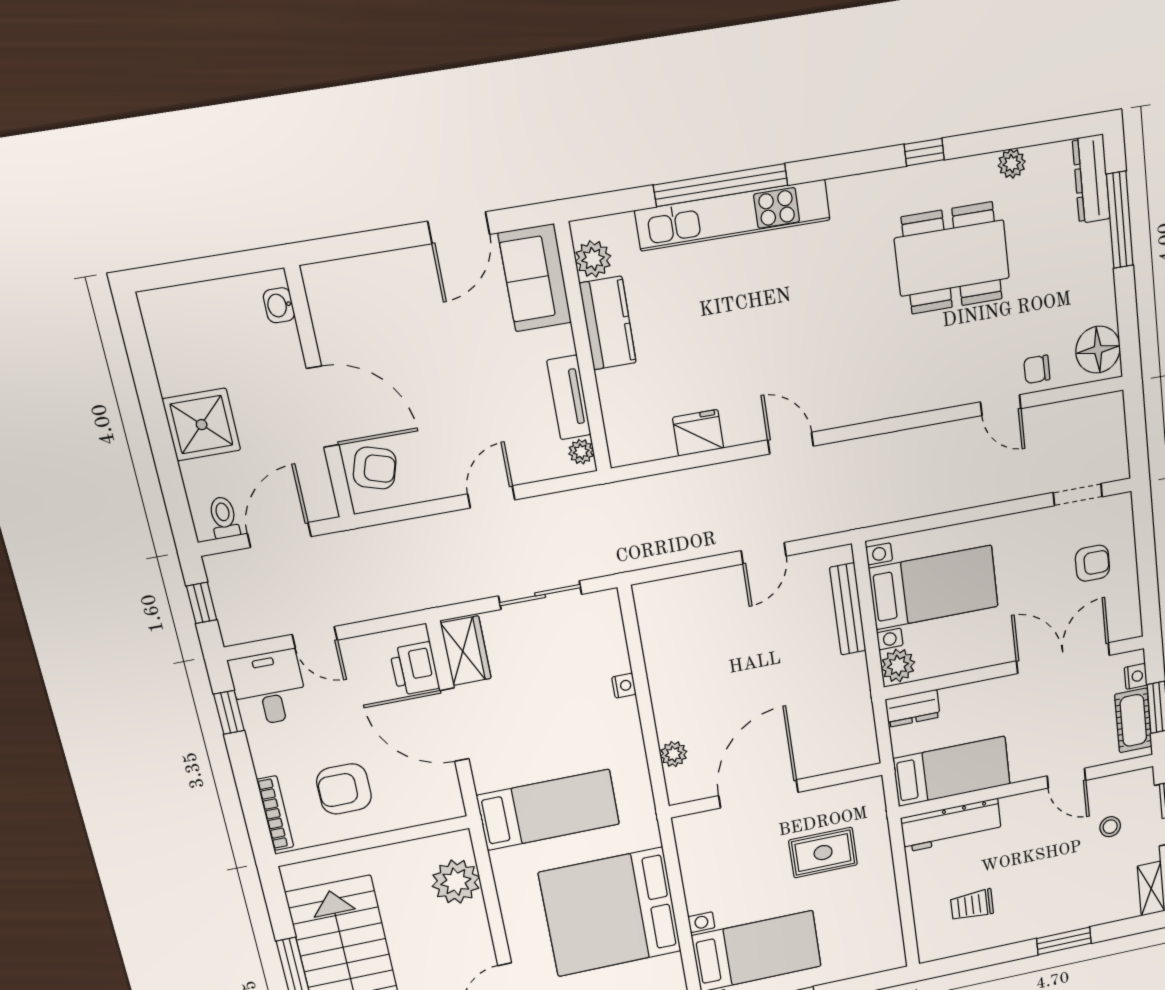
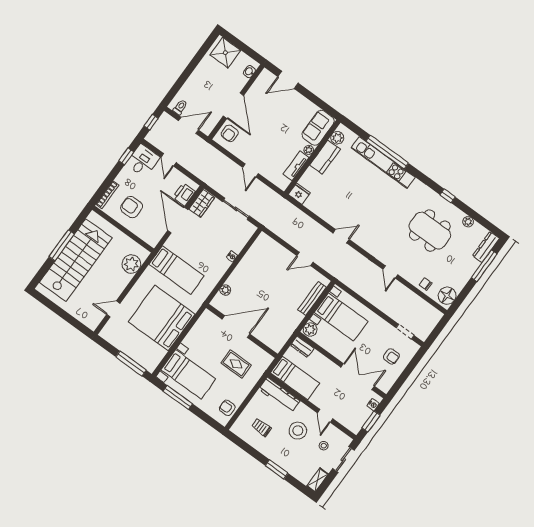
door: (459, 228) -> (288, 80), moved
door: (1001, 405) -> (390, 272), moved
shower: (202, 425) -> (225, 53), moved
fridge: (698, 433) -> (299, 194), moved
door: (791, 443) -> (341, 236), hinge flipped
plant: (581, 452) -> (309, 150), moved
armchair: (375, 468) -> (230, 133), turned 73
door: (491, 497) -> (251, 170), swing flipped
cot: (1133, 720) -> (360, 418), removed
stool: (1041, 848) -> (298, 431), added
armchair: (880, 934) -> (227, 408), added

